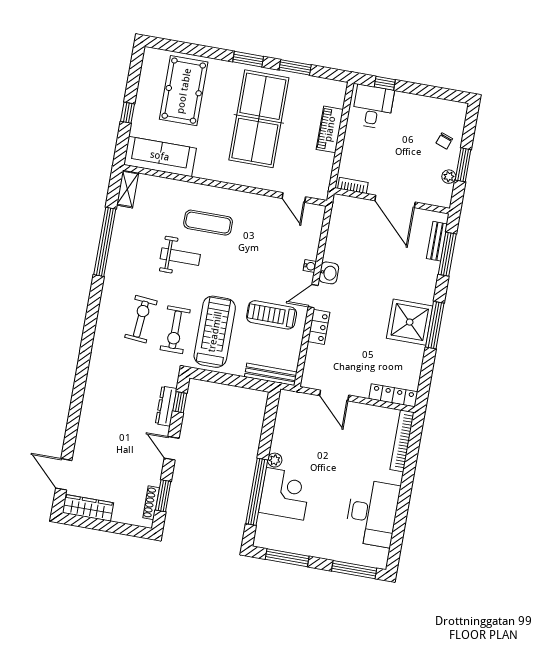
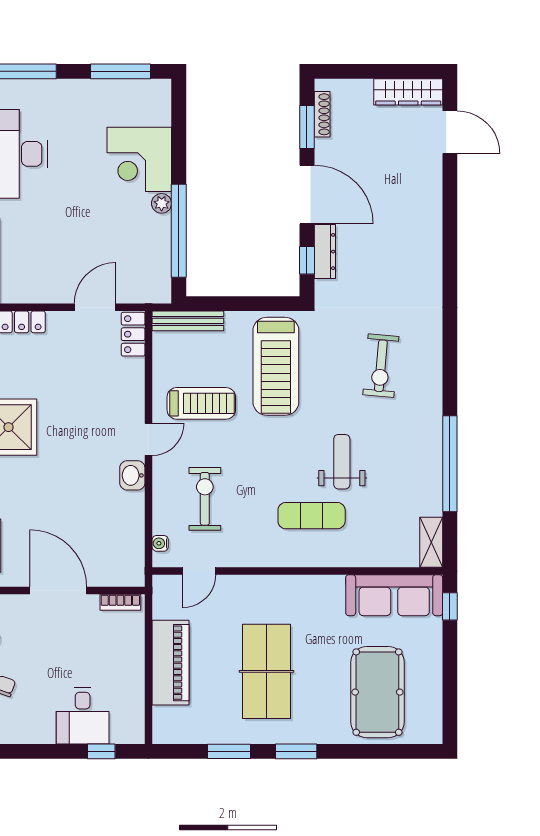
desk: (373, 107) -> (83, 716), moved
window: (128, 113) -> (450, 606), moved
table tennis table: (259, 119) -> (267, 671), width x0.73, depth x0.76
piano: (330, 129) -> (171, 663), width x1.37, depth x1.33
door: (294, 198) -> (199, 571), swing flipped
weight bench: (180, 257) -> (342, 462), turned 90
water cooler: (310, 266) -> (160, 543), moved
locker: (319, 327) -> (133, 334), moved
exercise bike: (175, 330) -> (205, 499), moved
door: (334, 395) -> (95, 307), hinge flipped
door: (172, 448) -> (307, 194), width x1.87
window: (257, 492) -> (179, 231), moved

